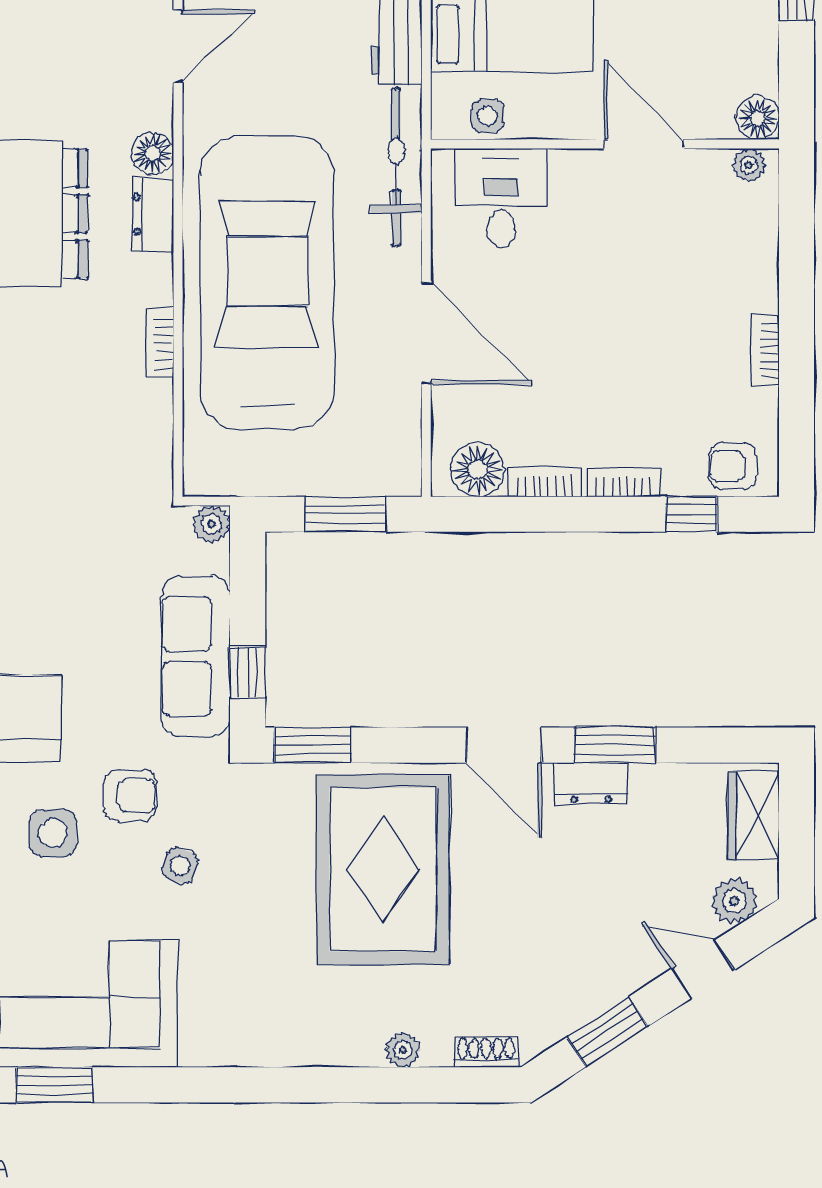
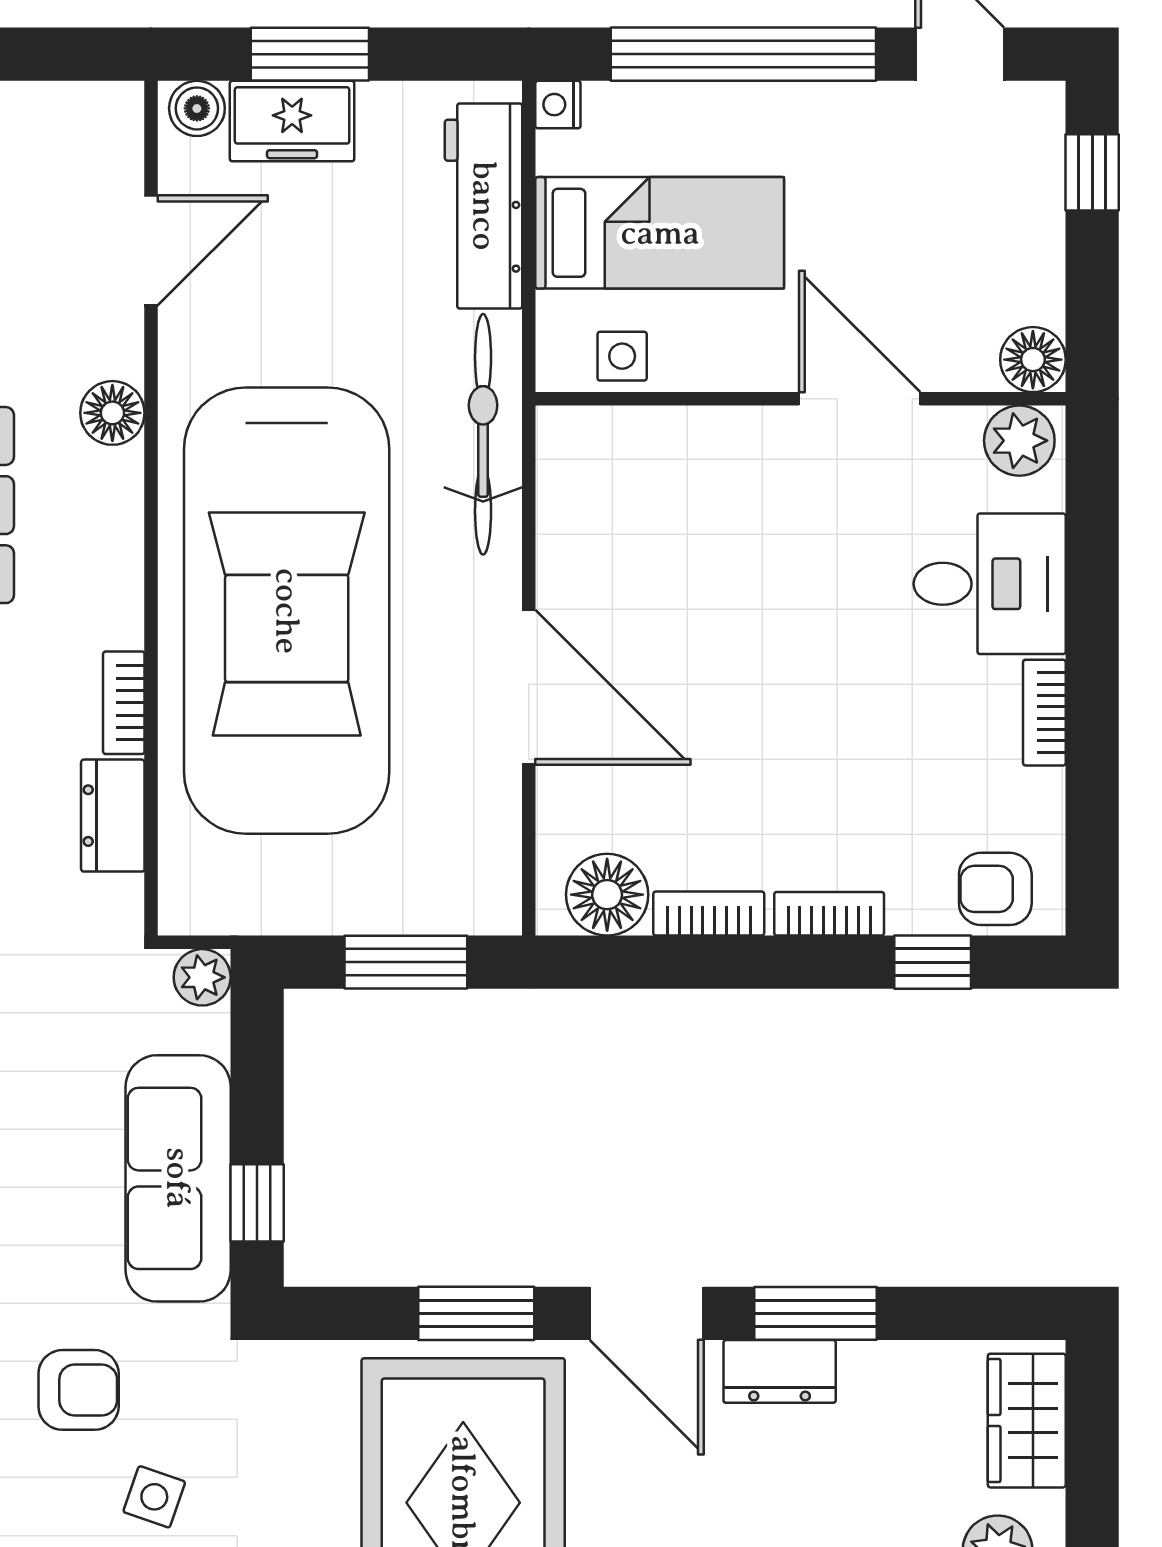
plant: (749, 165) -> (1019, 441), width x1.38, depth x1.38
desk: (501, 198) -> (990, 584), moved, turned 90
dresser: (153, 215) -> (113, 816), moved
car: (267, 283) -> (287, 611), turned 180
window: (313, 745) -> (476, 1313), moved

